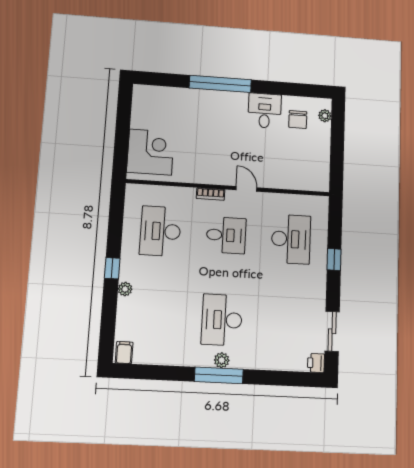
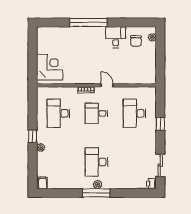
desk: (226, 235) -> (96, 113), turned 180
desk: (291, 239) -> (134, 113), turned 180

